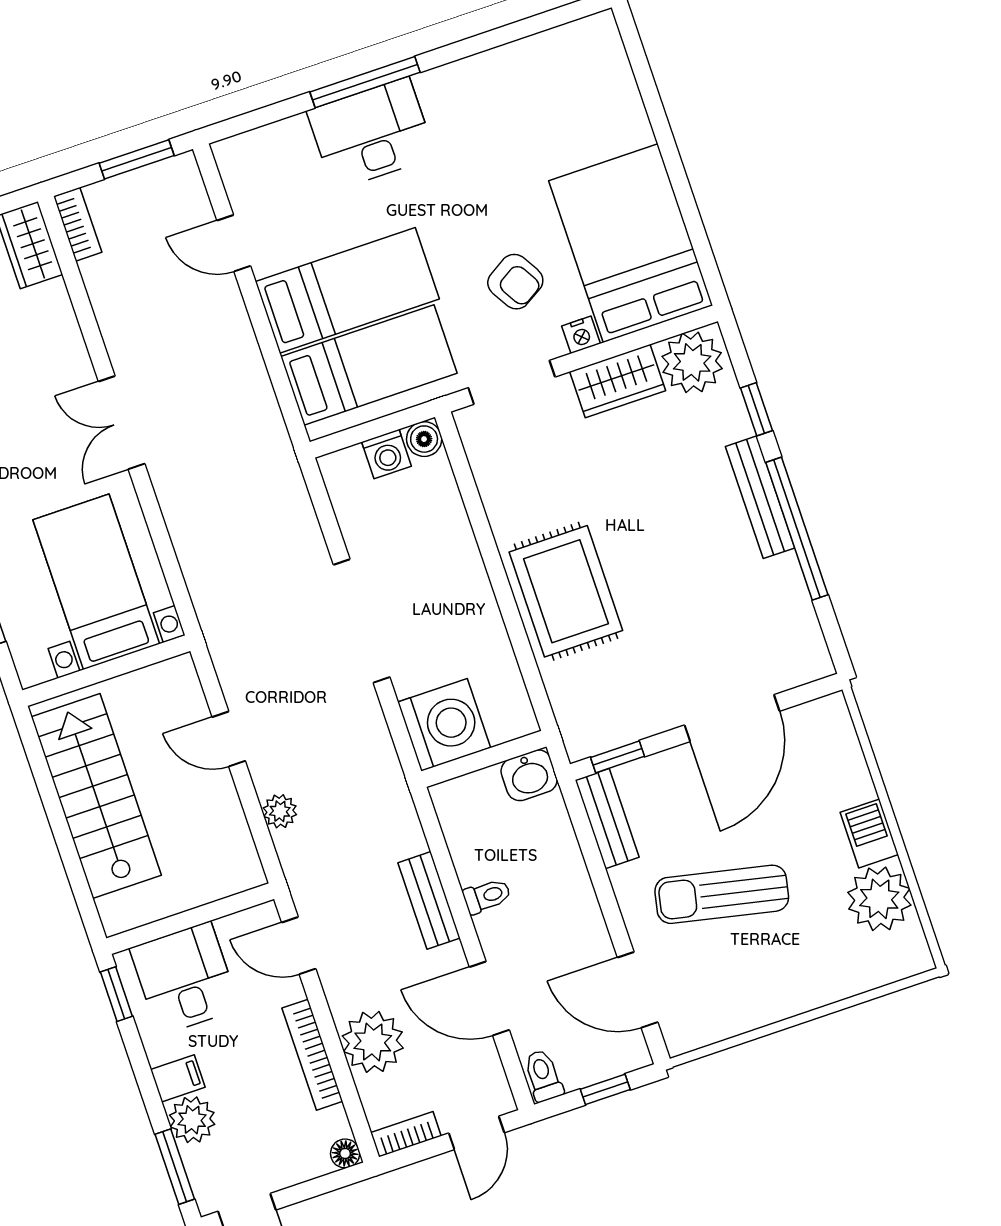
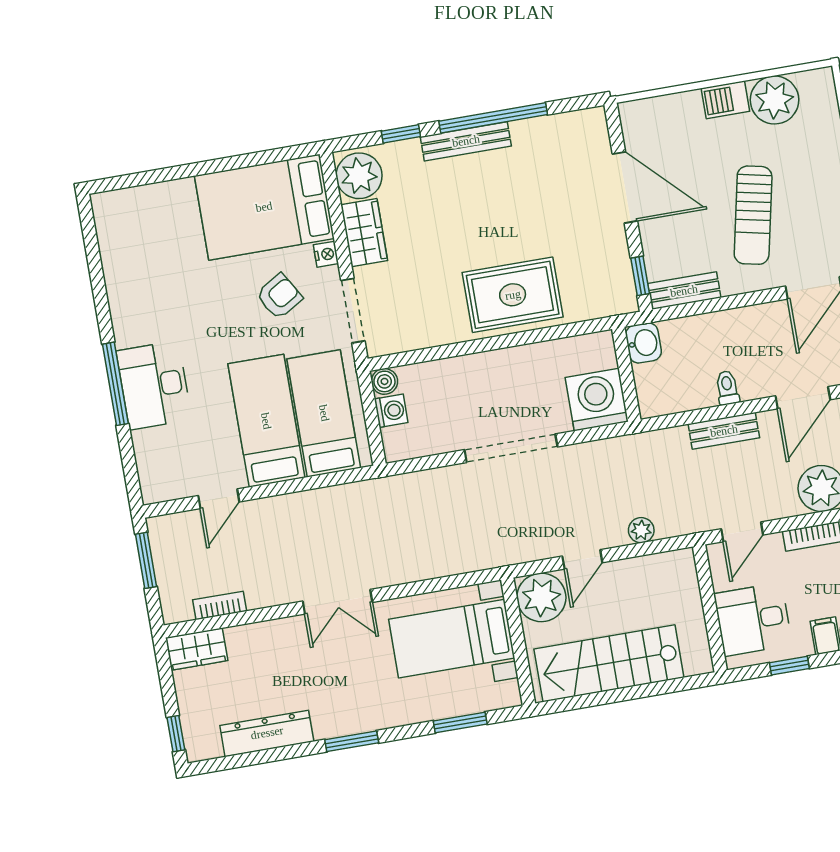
bookcase: (78, 224) -> (220, 605), moved
plant: (170, 693) -> (541, 597), added
window: (116, 994) -> (789, 666), moved

